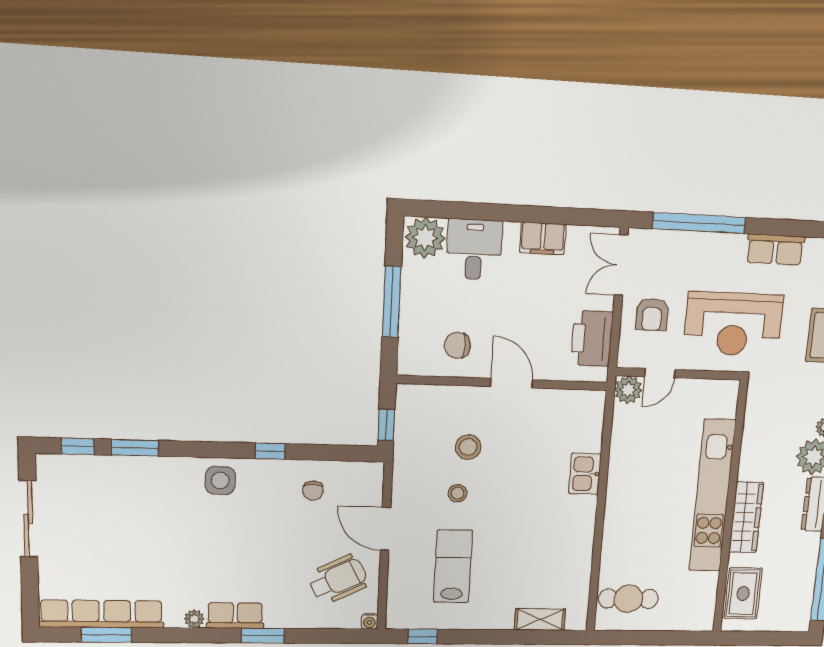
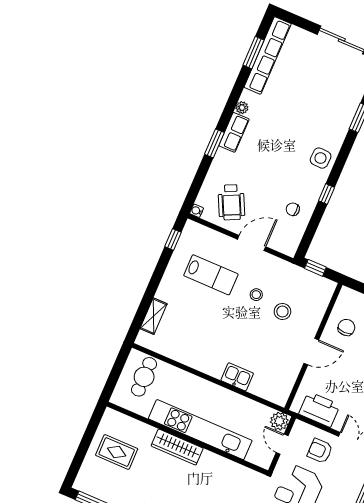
kitchen unit: (712, 496) -> (200, 430), moved
wall: (730, 509) -> (187, 438), moved
wardrobe: (746, 517) -> (177, 447), moved

